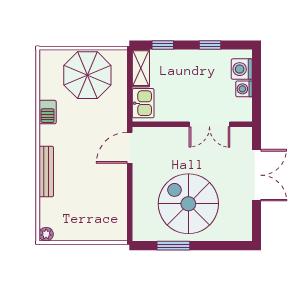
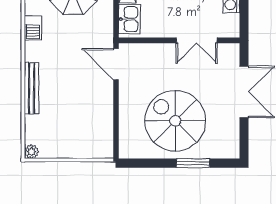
door: (130, 148) -> (116, 64), hinge flipped
window: (173, 246) -> (193, 163), moved

